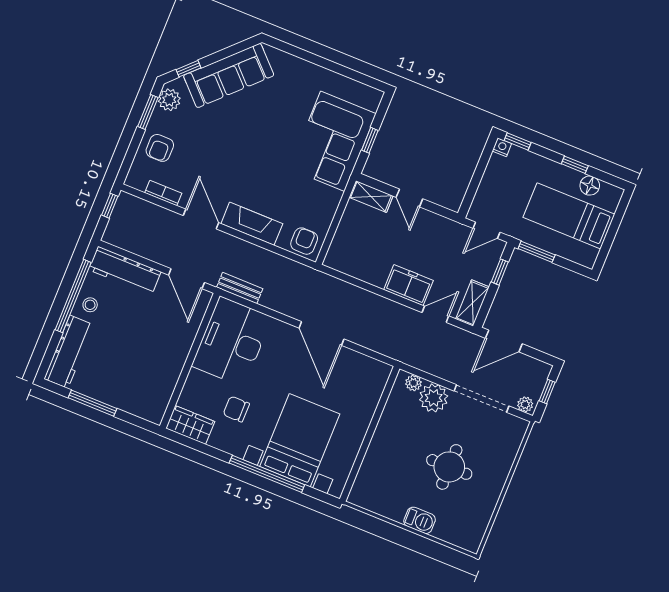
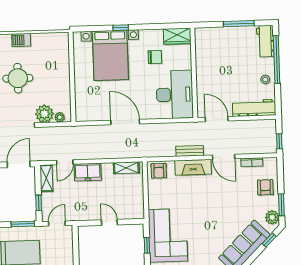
shelving: (371, 196) -> (126, 168), moved
bench: (240, 288) -> (190, 151), moved
window: (73, 296) -> (277, 59), moved
workbench: (69, 352) -> (265, 41), width x0.73
window: (267, 474) -> (121, 28), width x0.32

